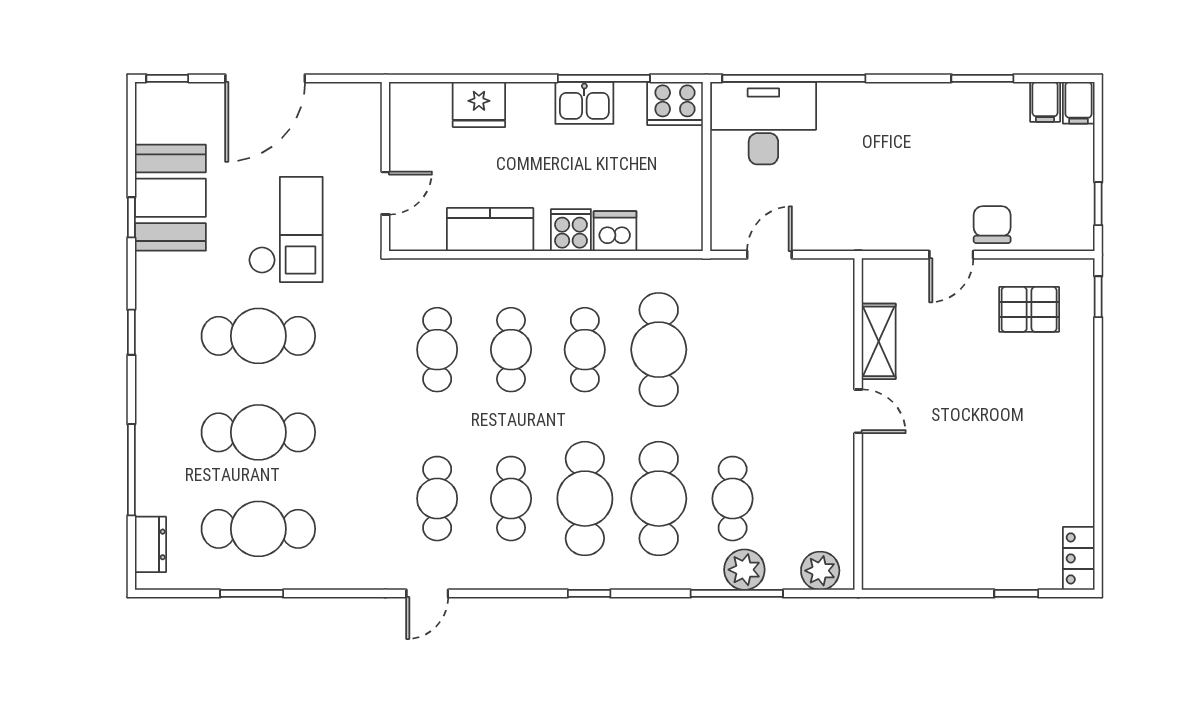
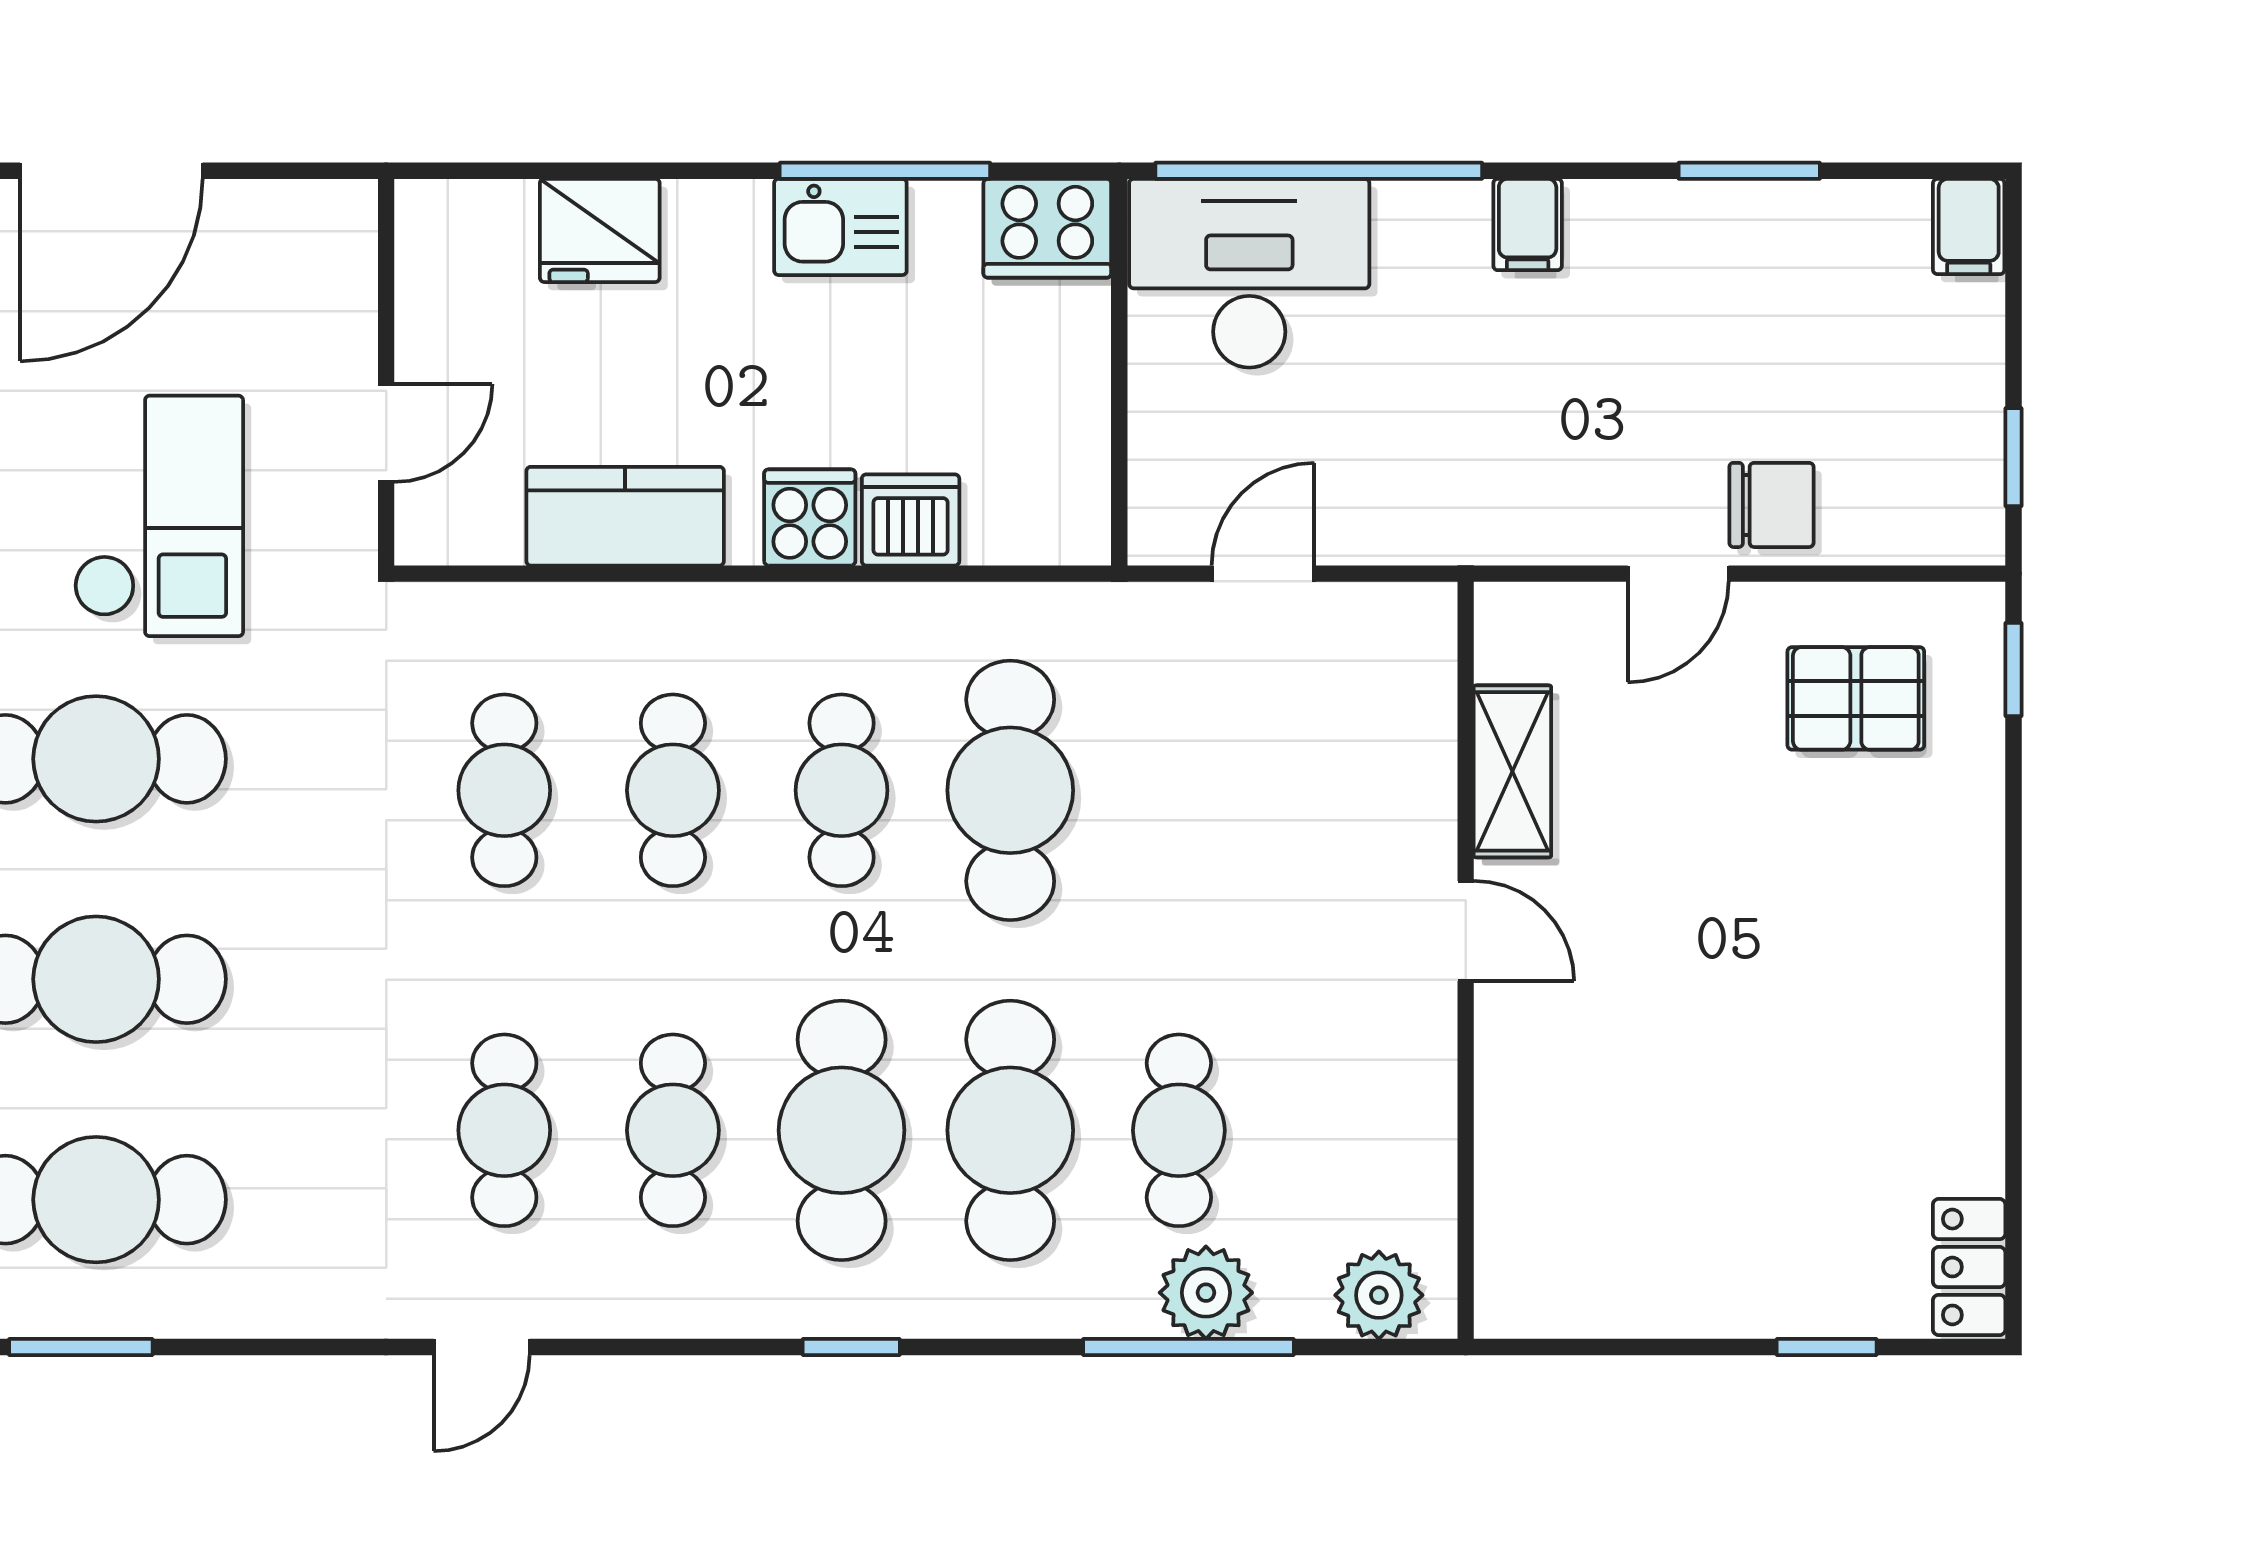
filing cabinet: (1045, 102) -> (1528, 225), moved
chair: (992, 225) -> (1771, 505), turned 90

